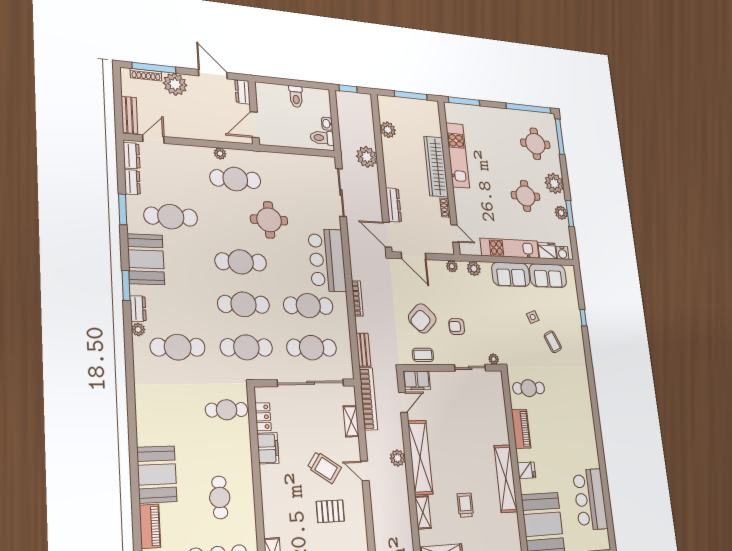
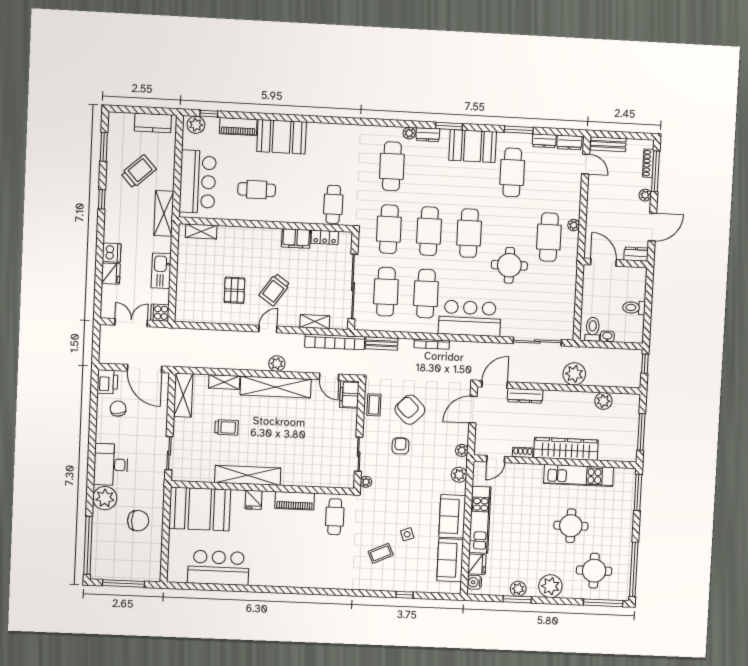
plant: (175, 84) -> (645, 195), width x0.53, depth x0.53
round table: (526, 196) -> (571, 526), moved

